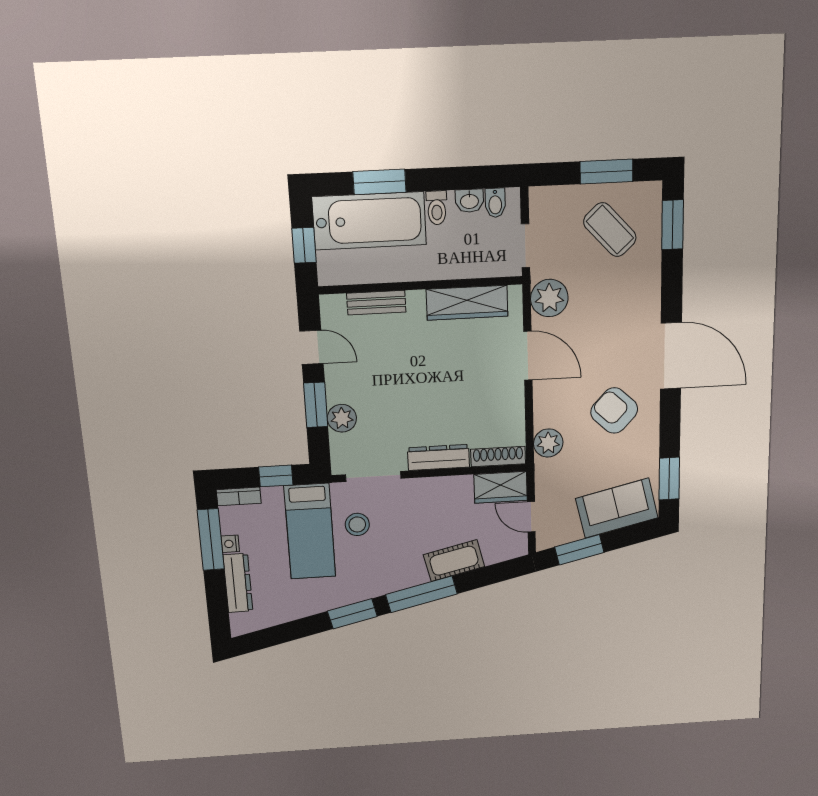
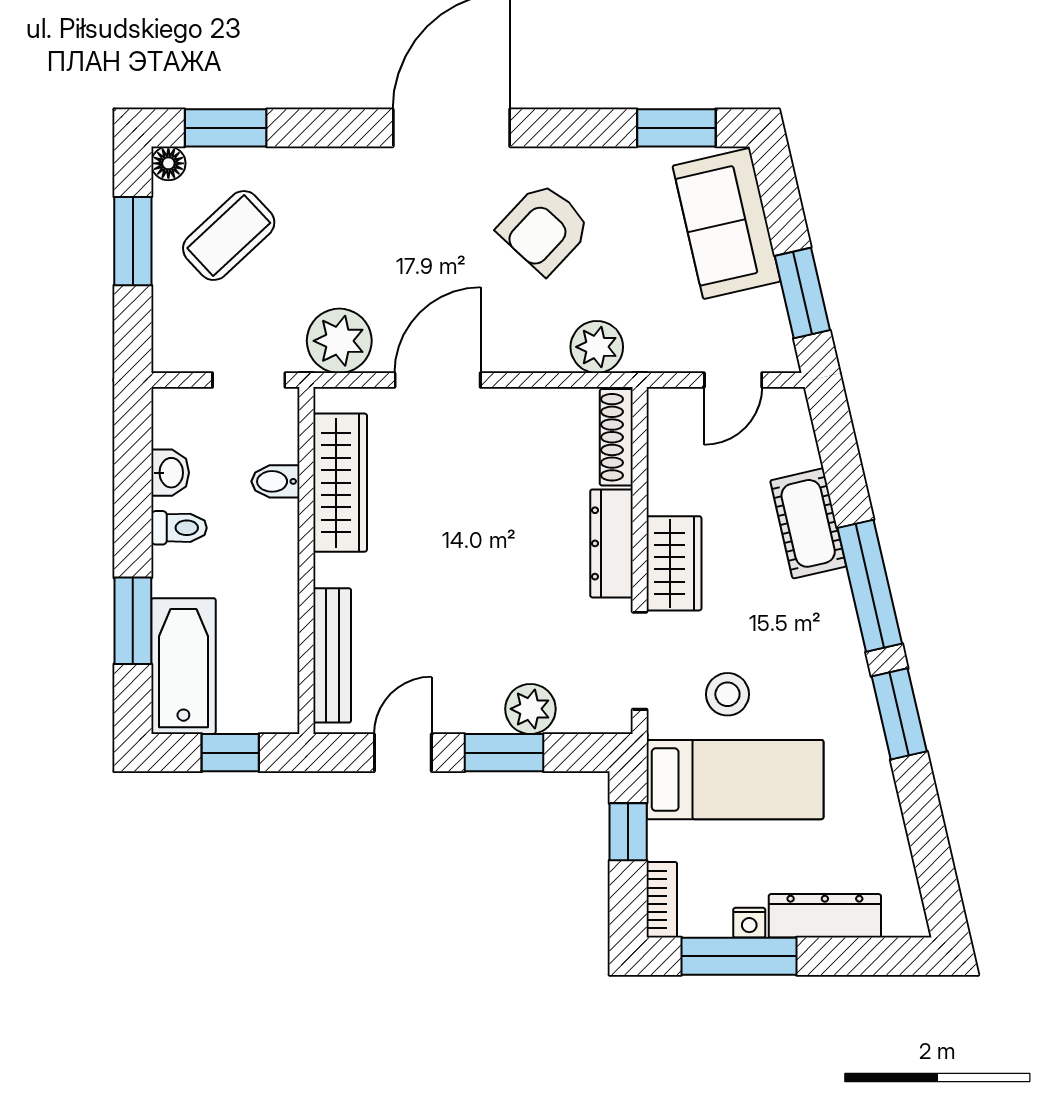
floor lamp: (652, 191) -> (168, 163), added
bidet: (495, 203) -> (275, 481), moved, turned 180
bathtub: (369, 221) -> (183, 666), width x0.73, depth x0.73
bench: (376, 303) -> (332, 655), width x1.36
wardrobe: (501, 487) -> (674, 563), moved

